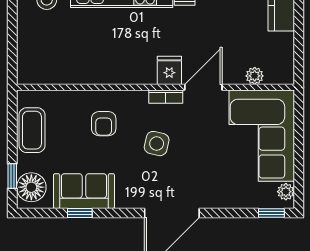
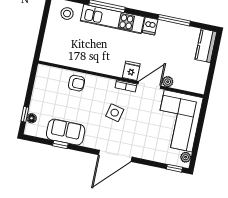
plant: (255, 76) -> (168, 82), moved
armchair: (104, 124) -> (76, 83), moved, turned -90
coffee table: (32, 130) -> (42, 89), removed
floor lamp: (31, 187) -> (32, 118), width x0.53, depth x0.53

